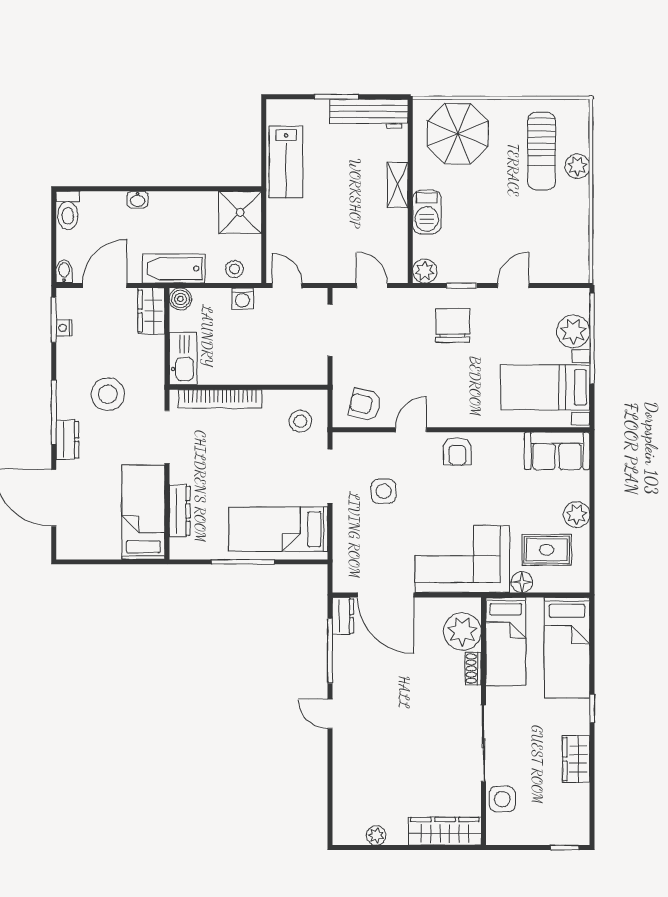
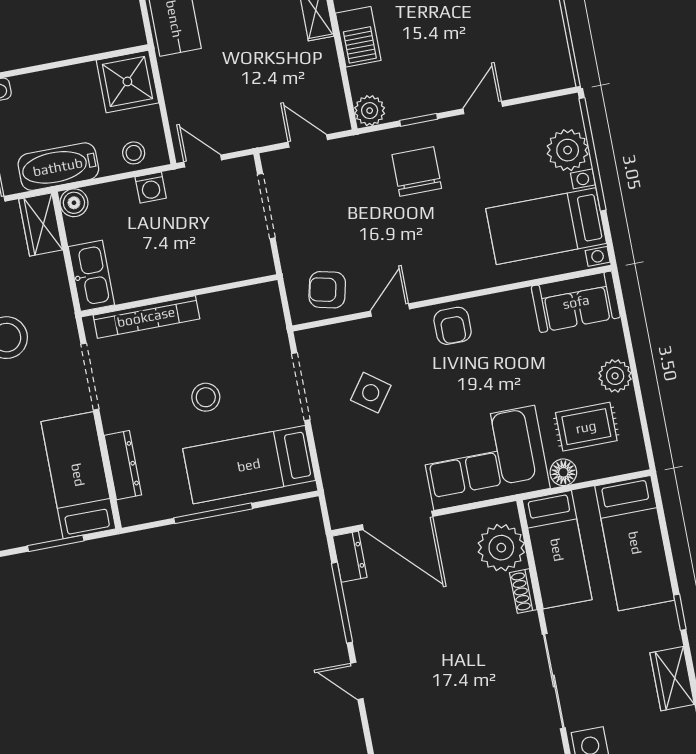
stool: (300, 421) -> (206, 397), moved
side table: (384, 491) -> (371, 393), turned 36
window: (116, 562) -> (56, 543), added

